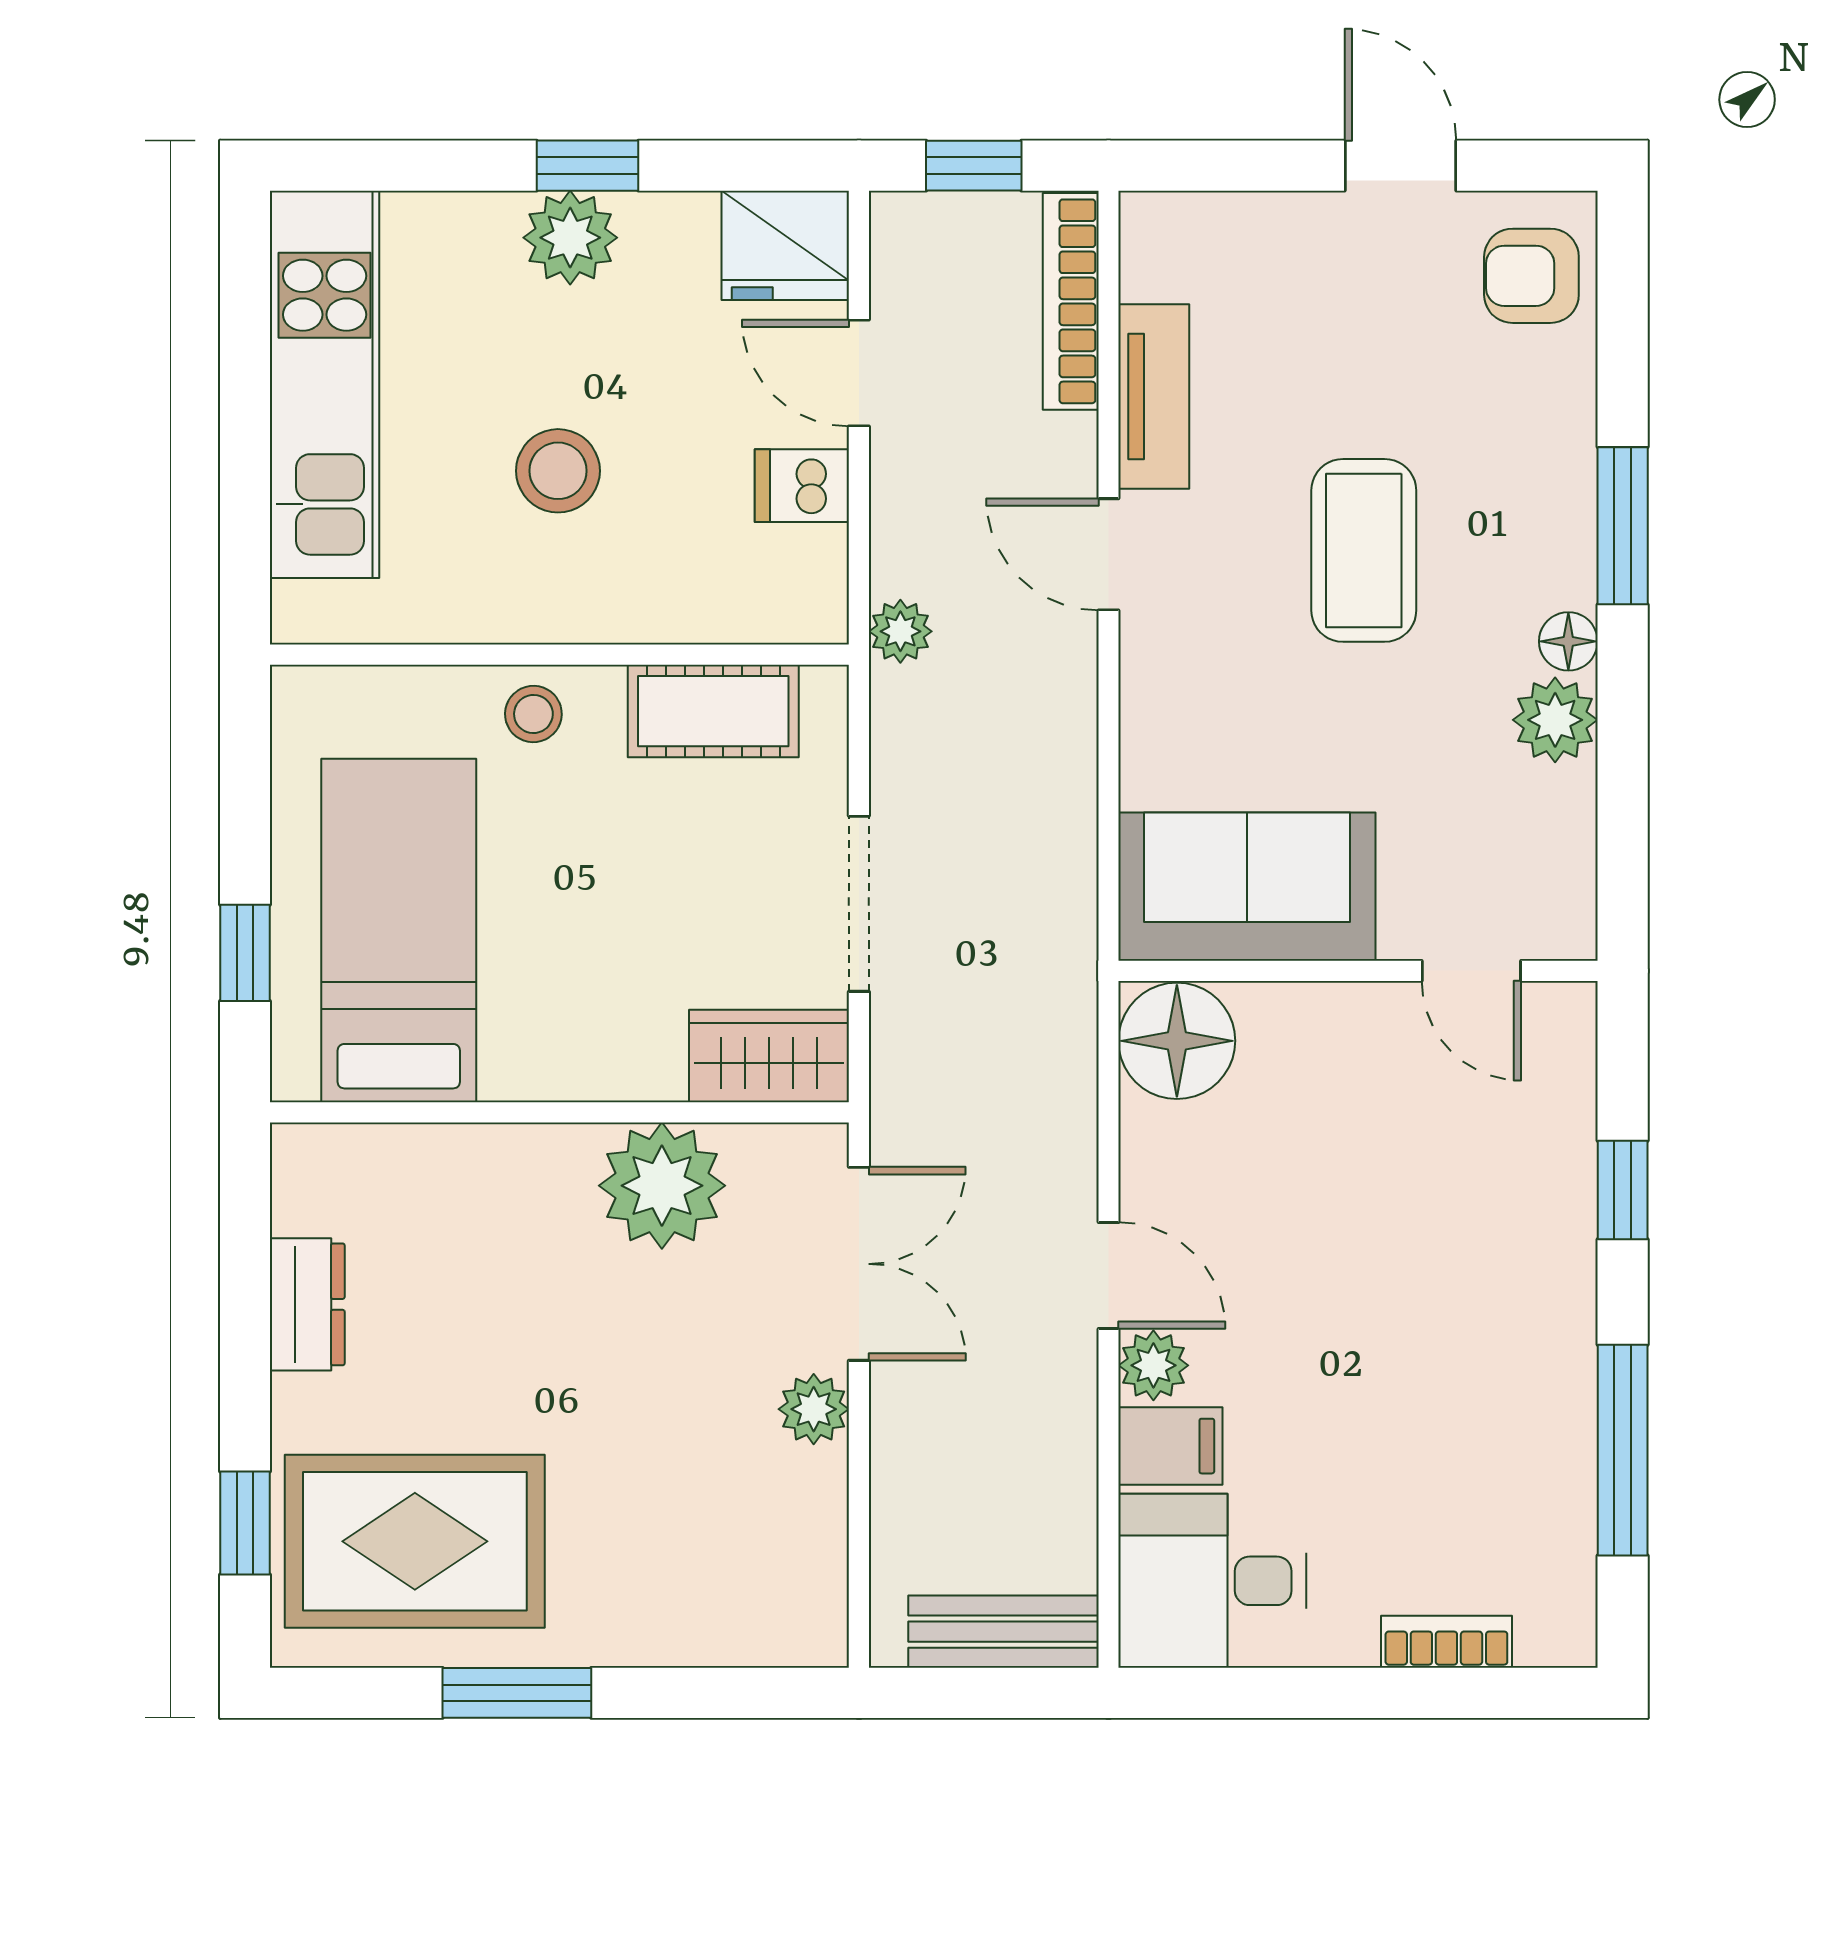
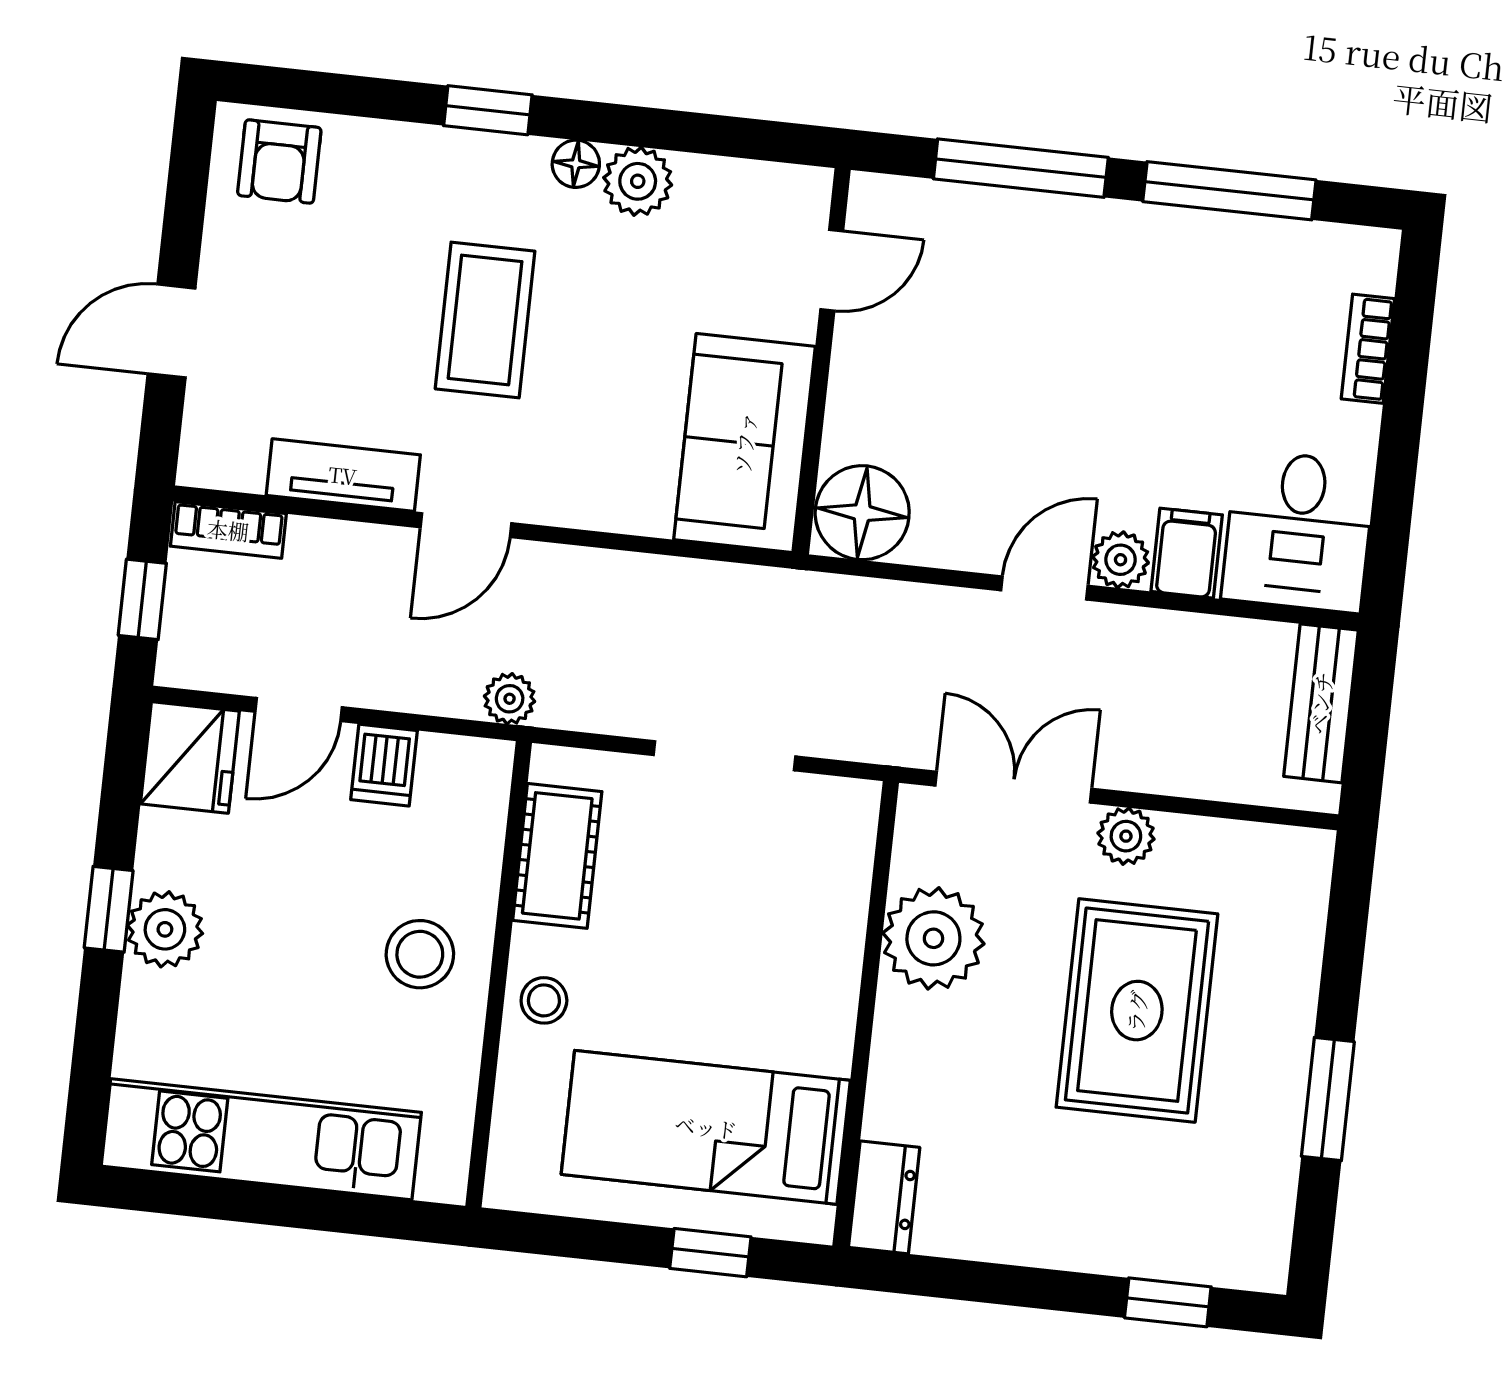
door: (1401, 166) -> (171, 331), moved
bookcase: (1071, 301) -> (228, 530), width x0.64
stool: (558, 471) -> (420, 954), moved
window: (1623, 526) -> (488, 110), width x0.67
coffee table: (1364, 550) -> (485, 320), turned 90
wardrobe: (769, 1056) -> (839, 841), removed
window: (1623, 1190) -> (1021, 168), width x2.17
dresser: (307, 1304) -> (884, 1197), moved, turned 90
rug: (415, 1541) -> (1137, 1011), moved

